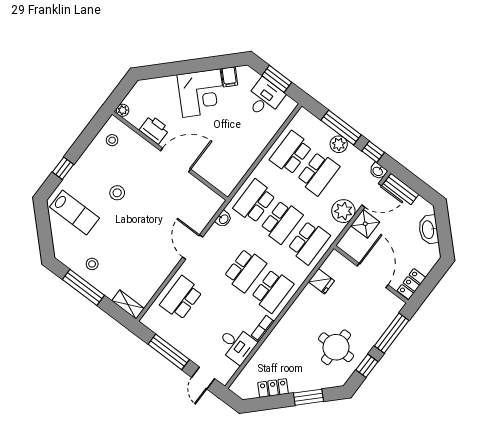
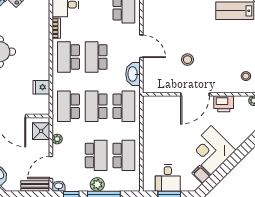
school desk: (318, 173) -> (96, 155), turned 180
stool: (117, 193) -> (188, 60), moved
plant: (343, 211) -> (57, 139), width x0.53, depth x0.53
washbasin: (223, 219) -> (133, 74), width x1.91, depth x1.45
shower: (365, 224) -> (41, 131), moved

